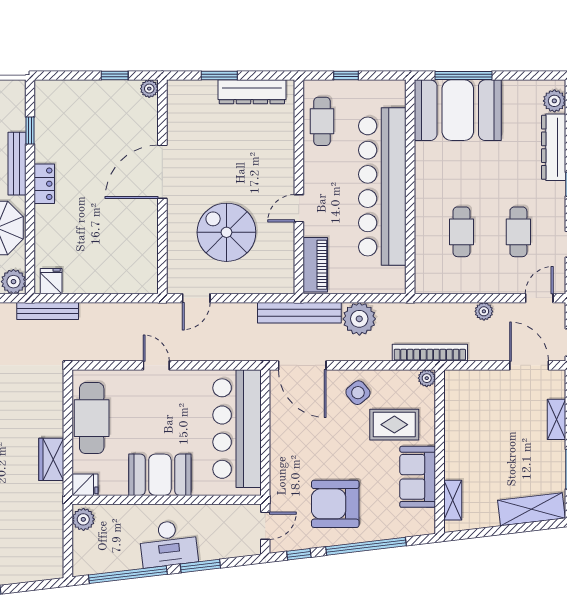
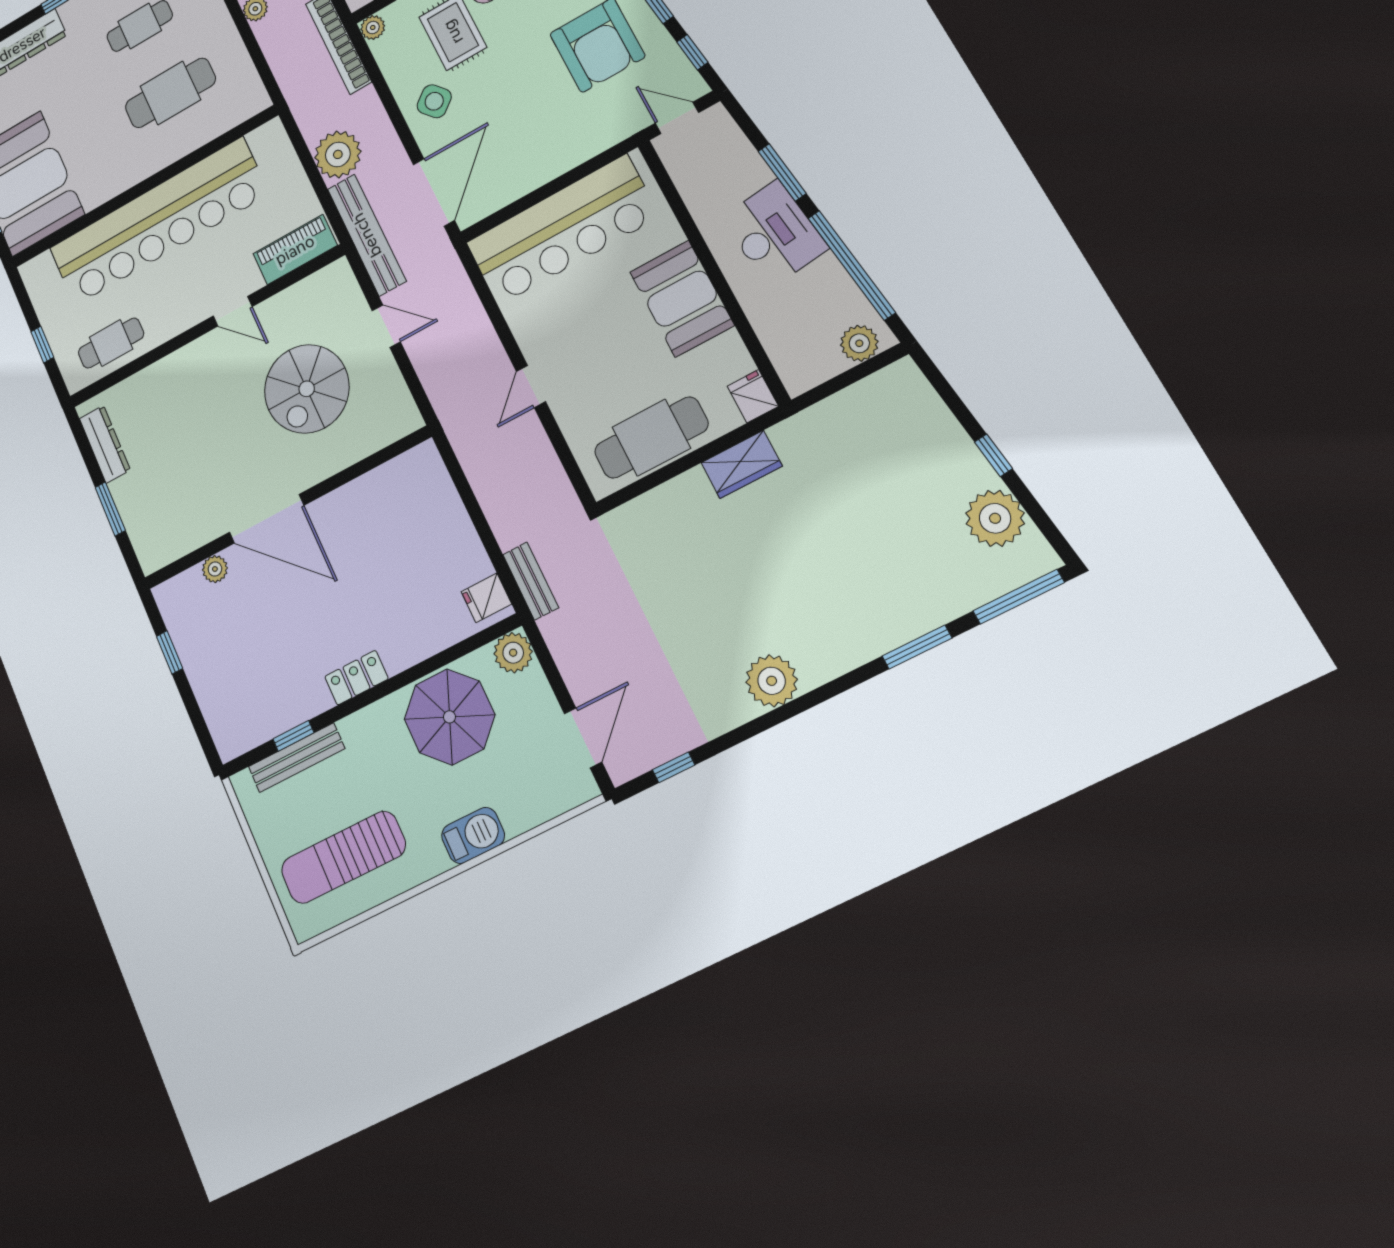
plant: (149, 89) -> (215, 569), moved
dresser: (252, 92) -> (105, 444), width x0.73, depth x0.80
bench: (17, 164) -> (297, 758), moved
cafe table: (462, 232) -> (170, 93), width x1.37, depth x1.35
door: (196, 298) -> (386, 326), moved
bench: (48, 311) -> (531, 581), width x0.73
plant: (83, 519) -> (859, 343), moved

